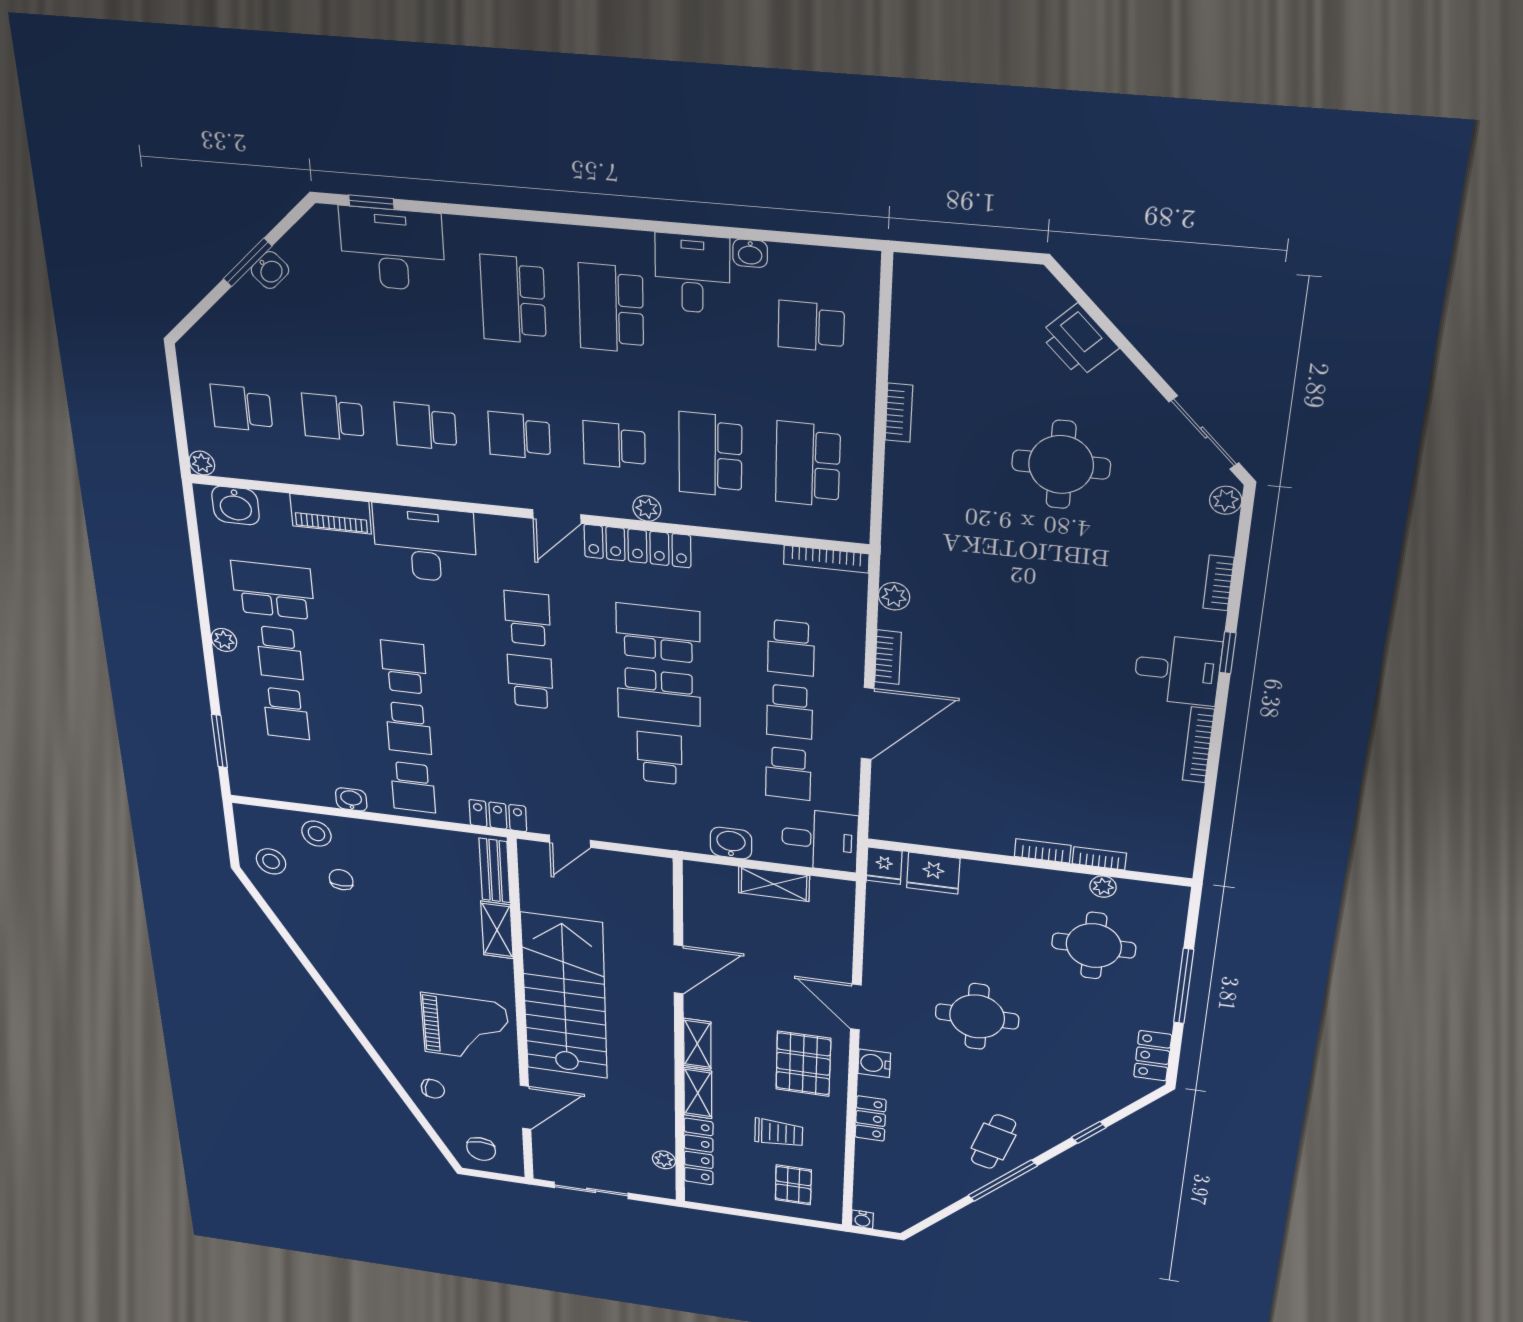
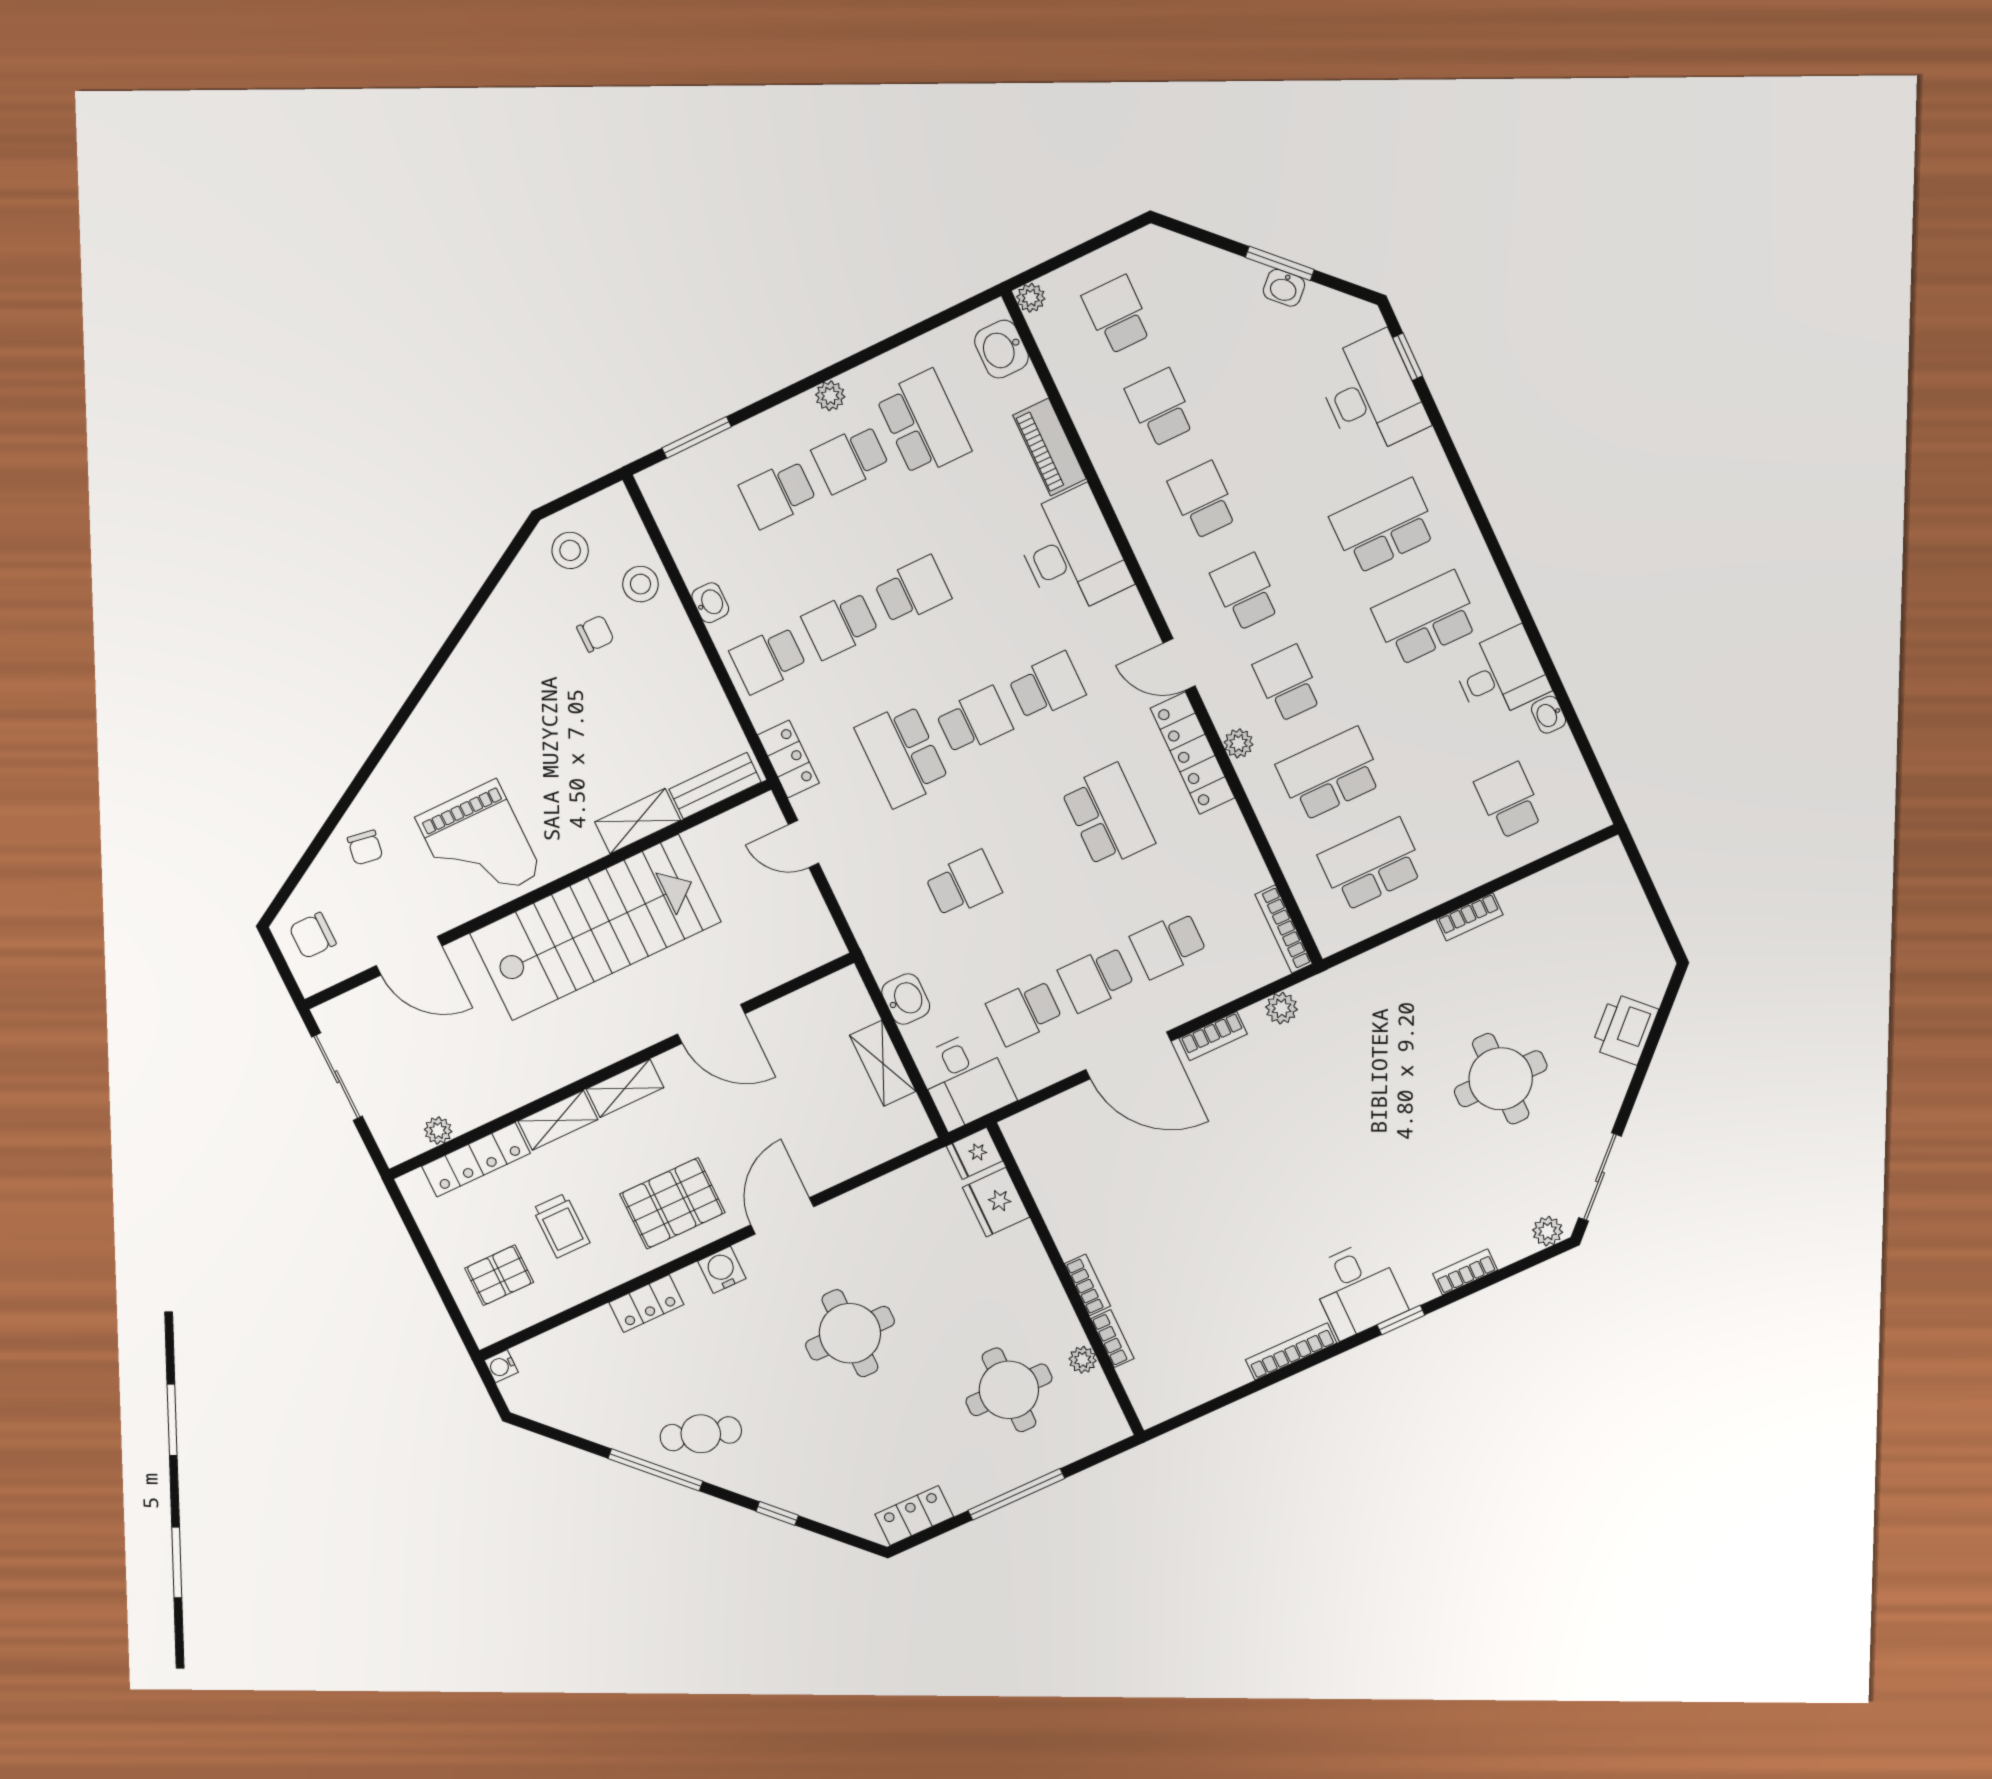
school desk: (659, 697) -> (902, 755), moved

